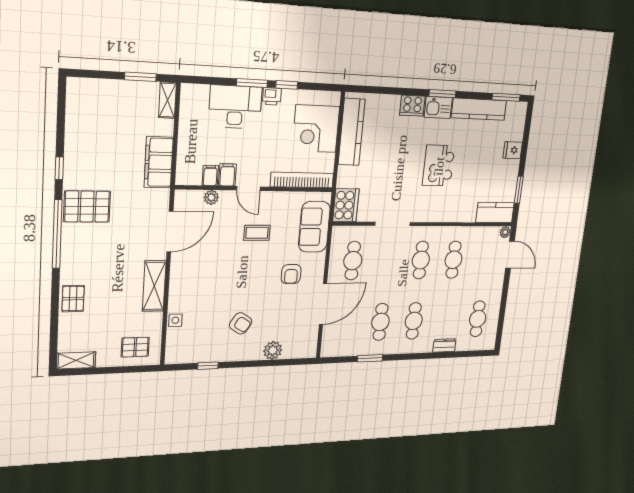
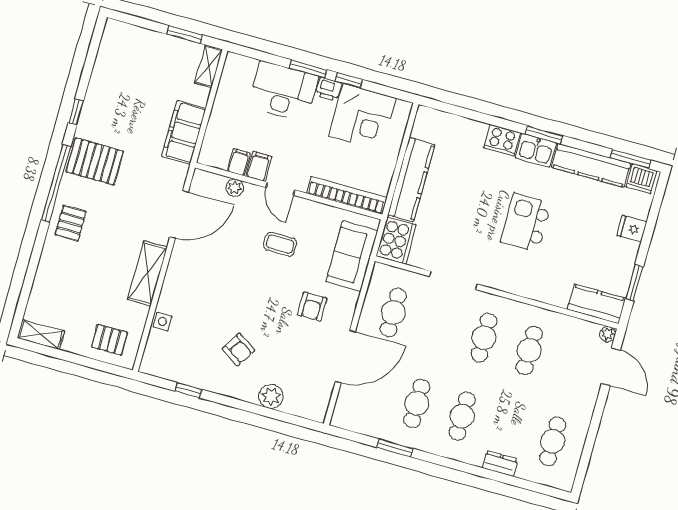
dishwasher: (515, 111) -> (641, 179), added
corner desk: (316, 129) -> (362, 117), moved, turned -90
kitchen counter: (352, 132) -> (411, 180), moved
pallet: (73, 299) -> (71, 223), moved

